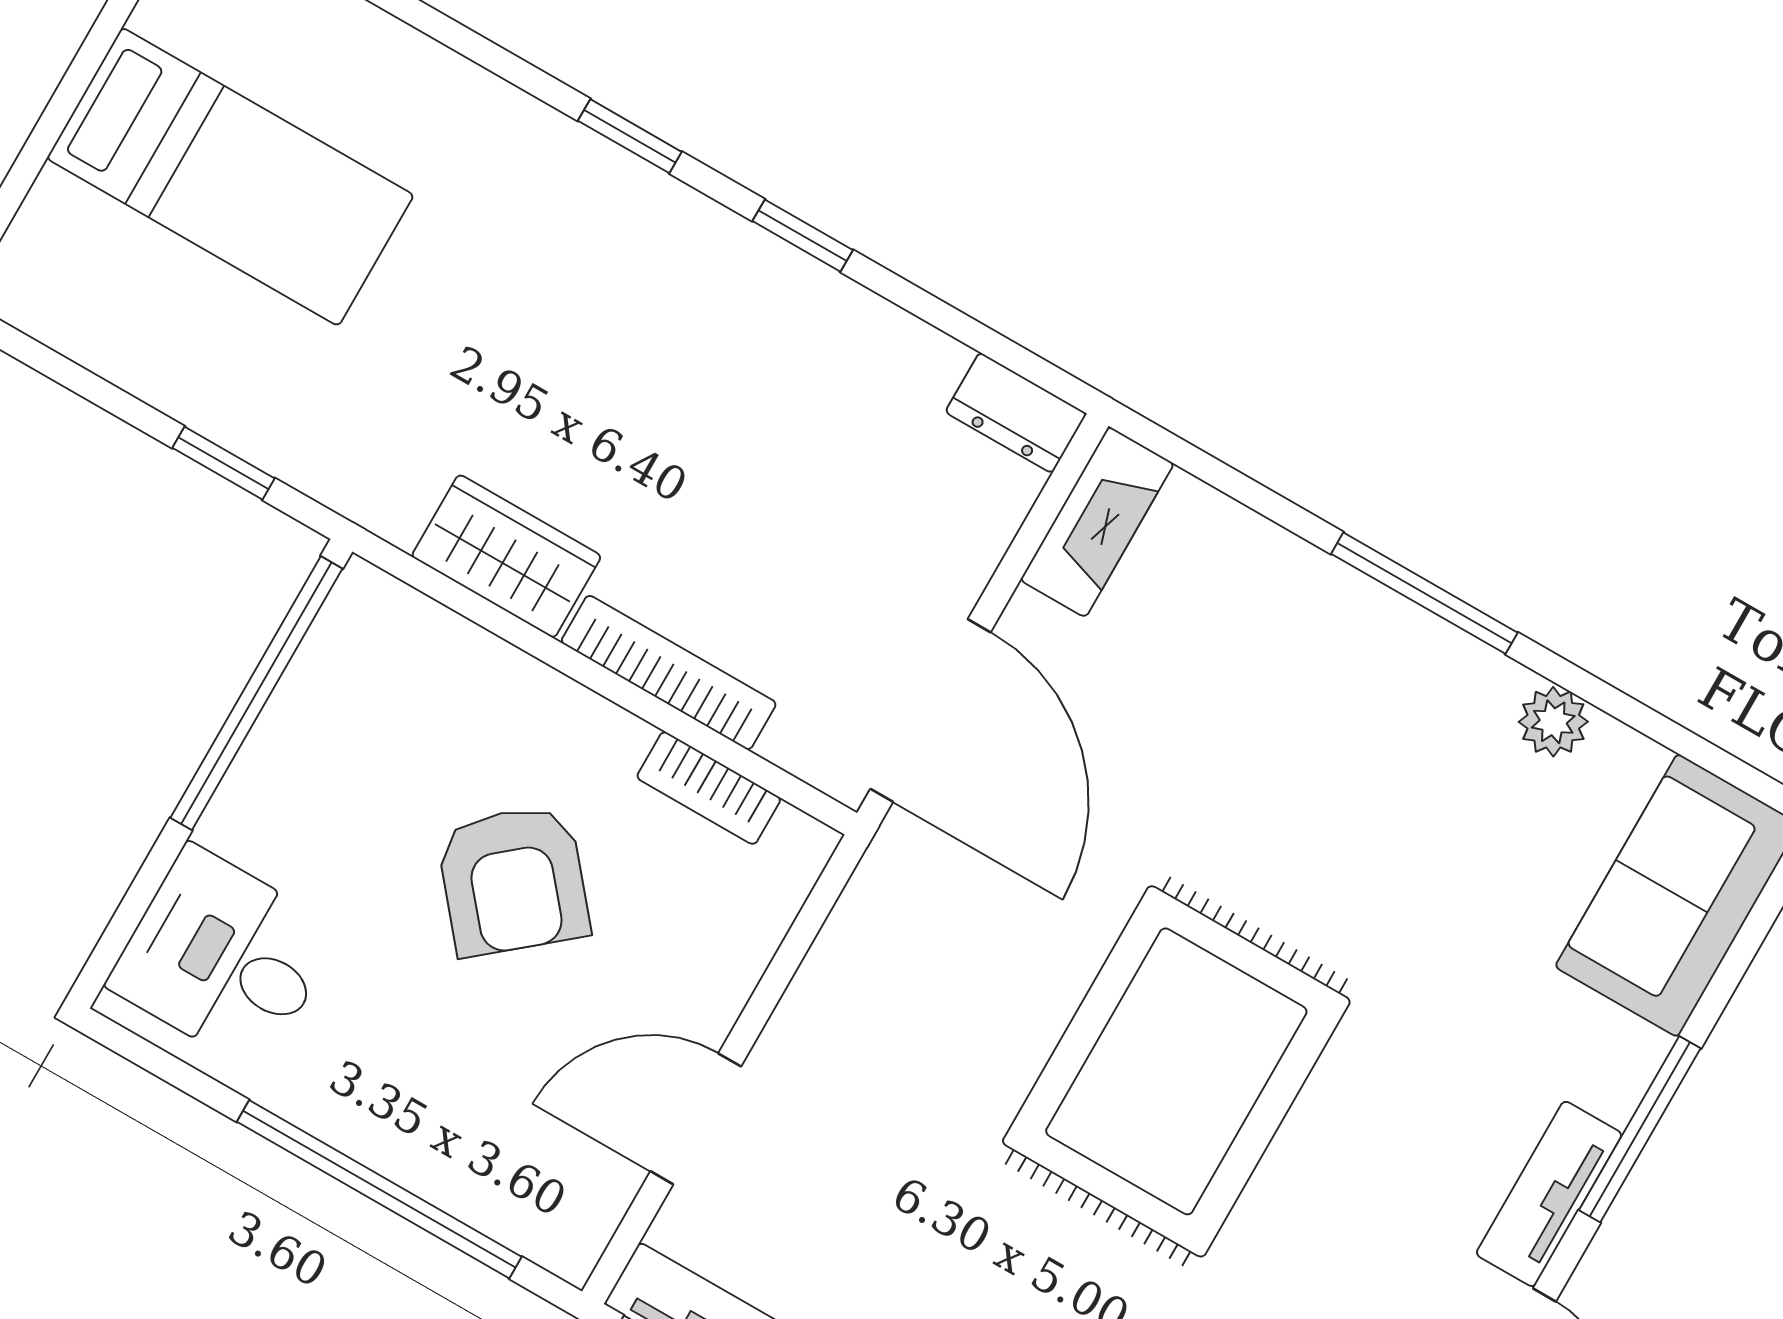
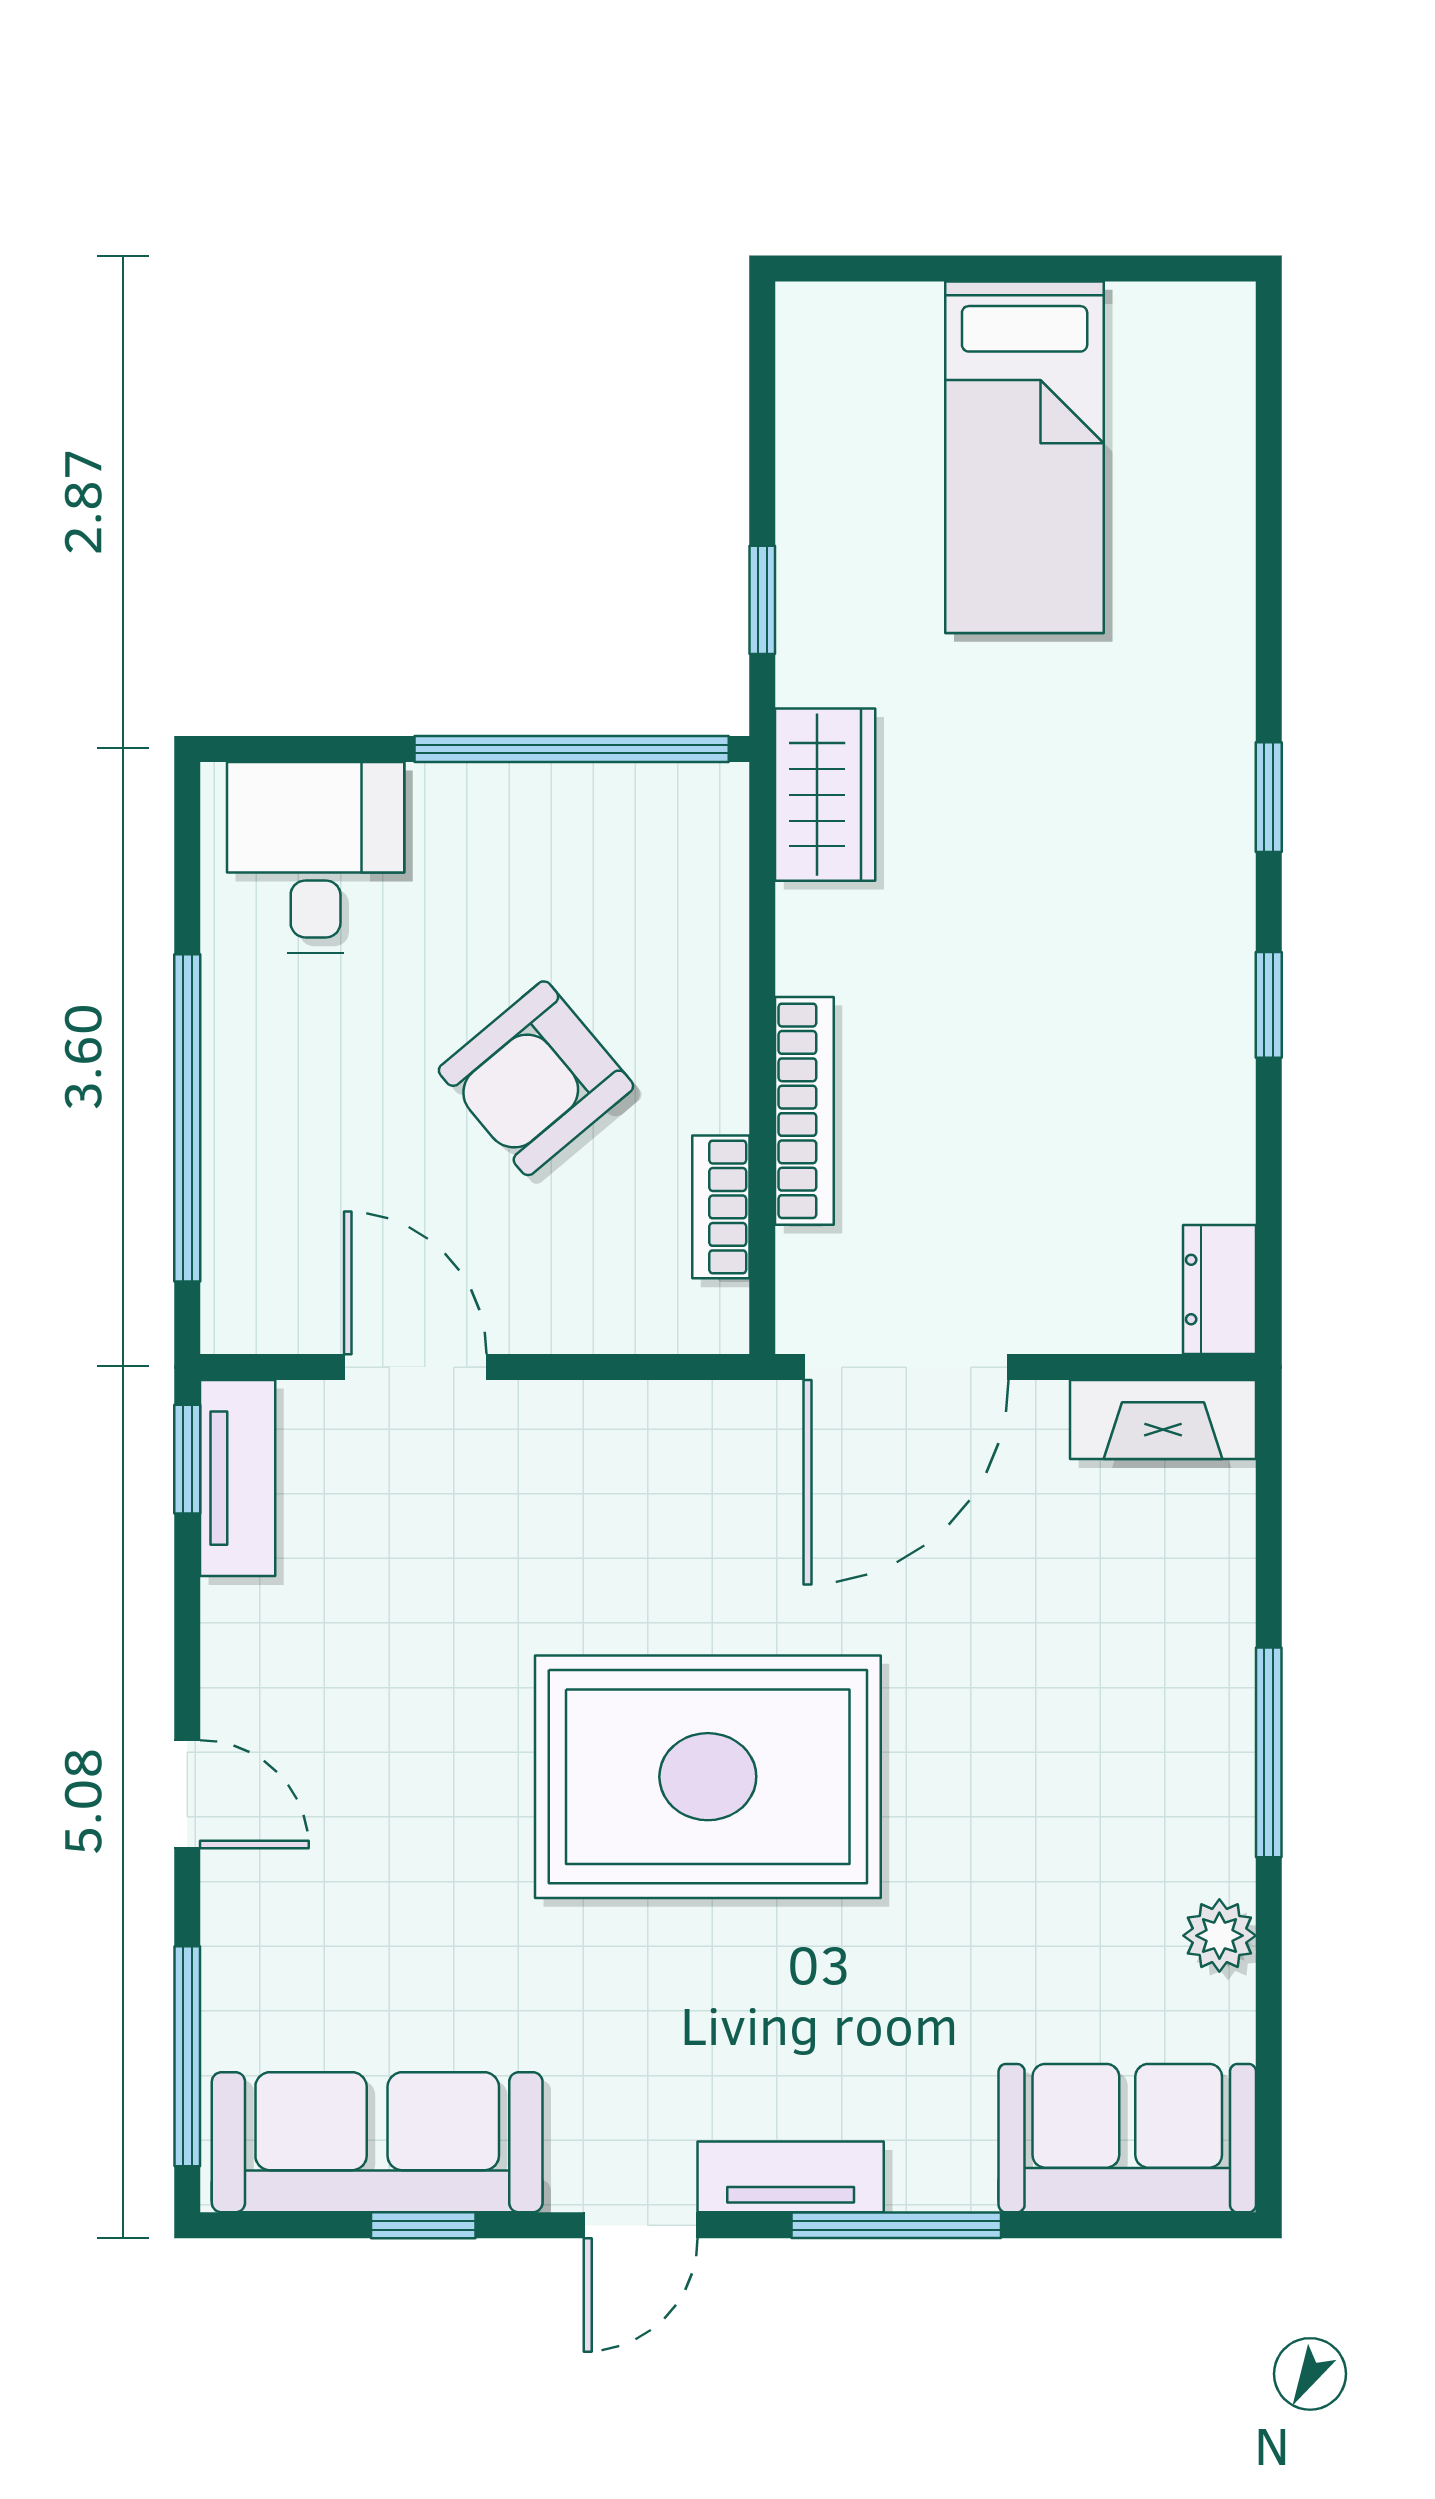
wardrobe: (506, 556) -> (825, 795), moved

